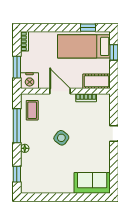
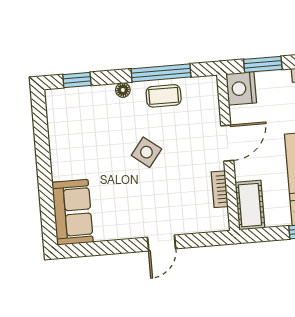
coffee table: (32, 110) -> (164, 96), moved

